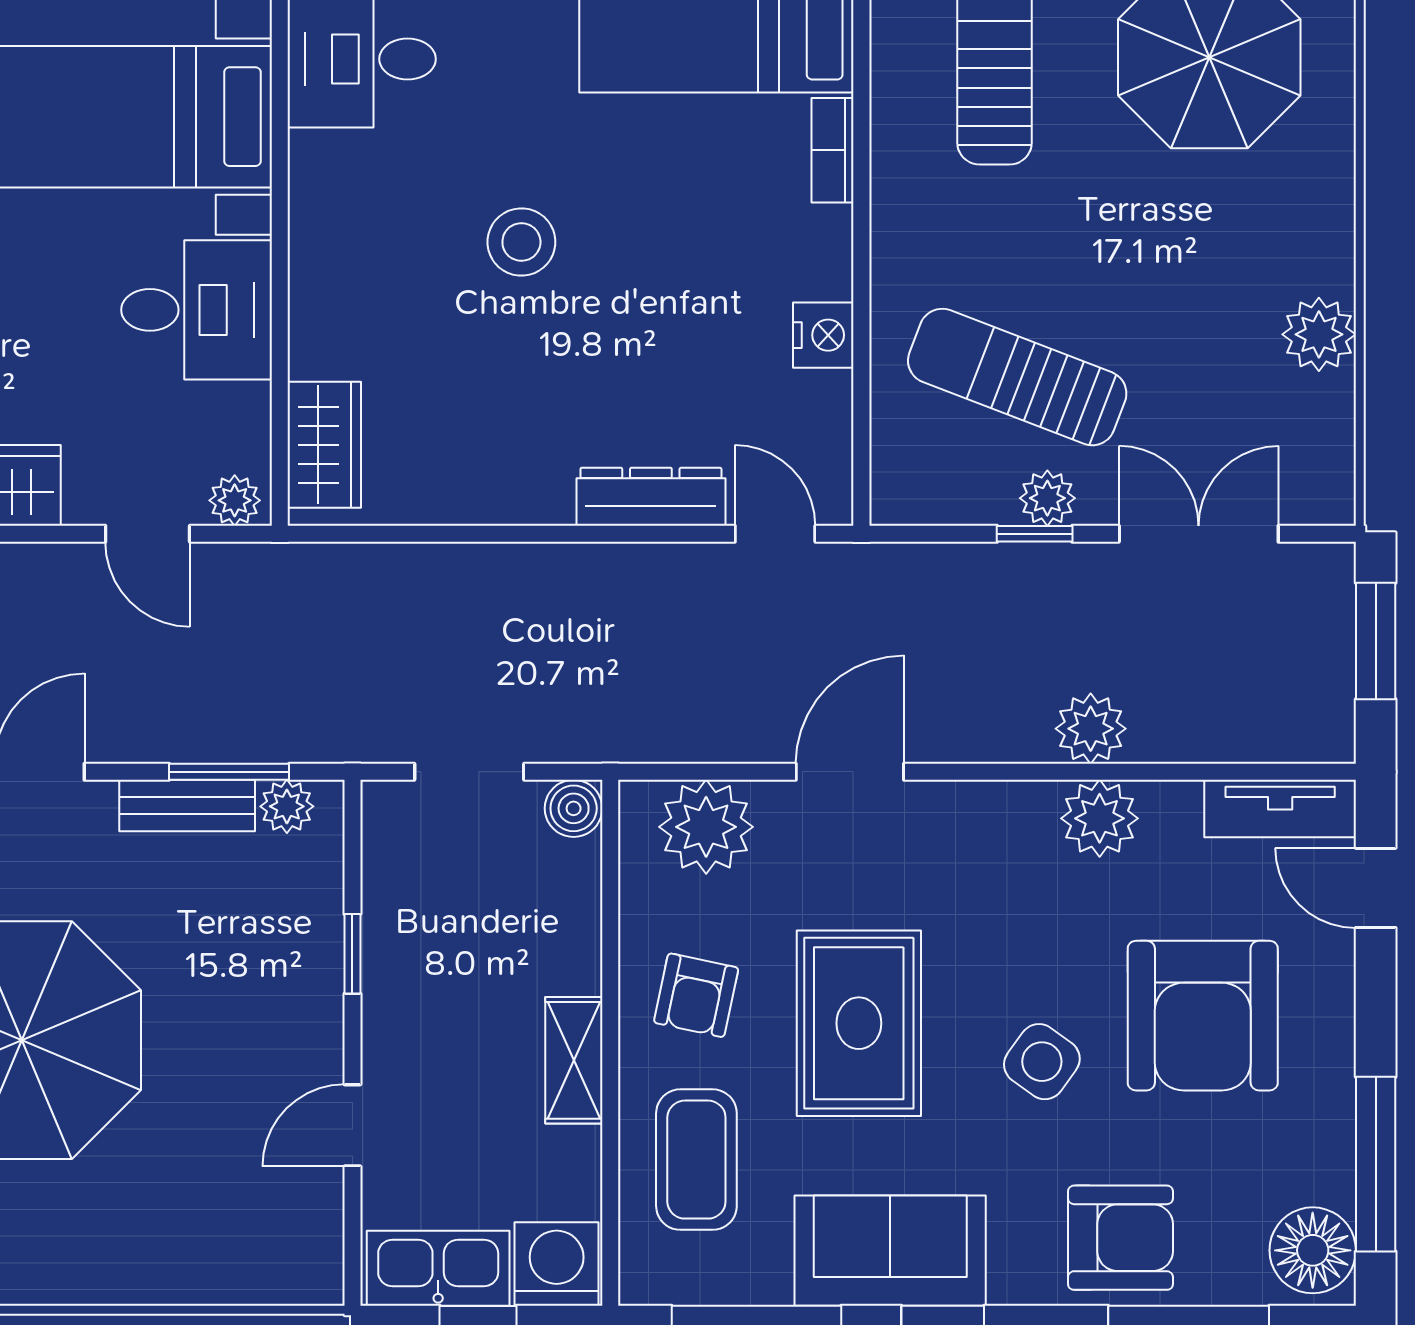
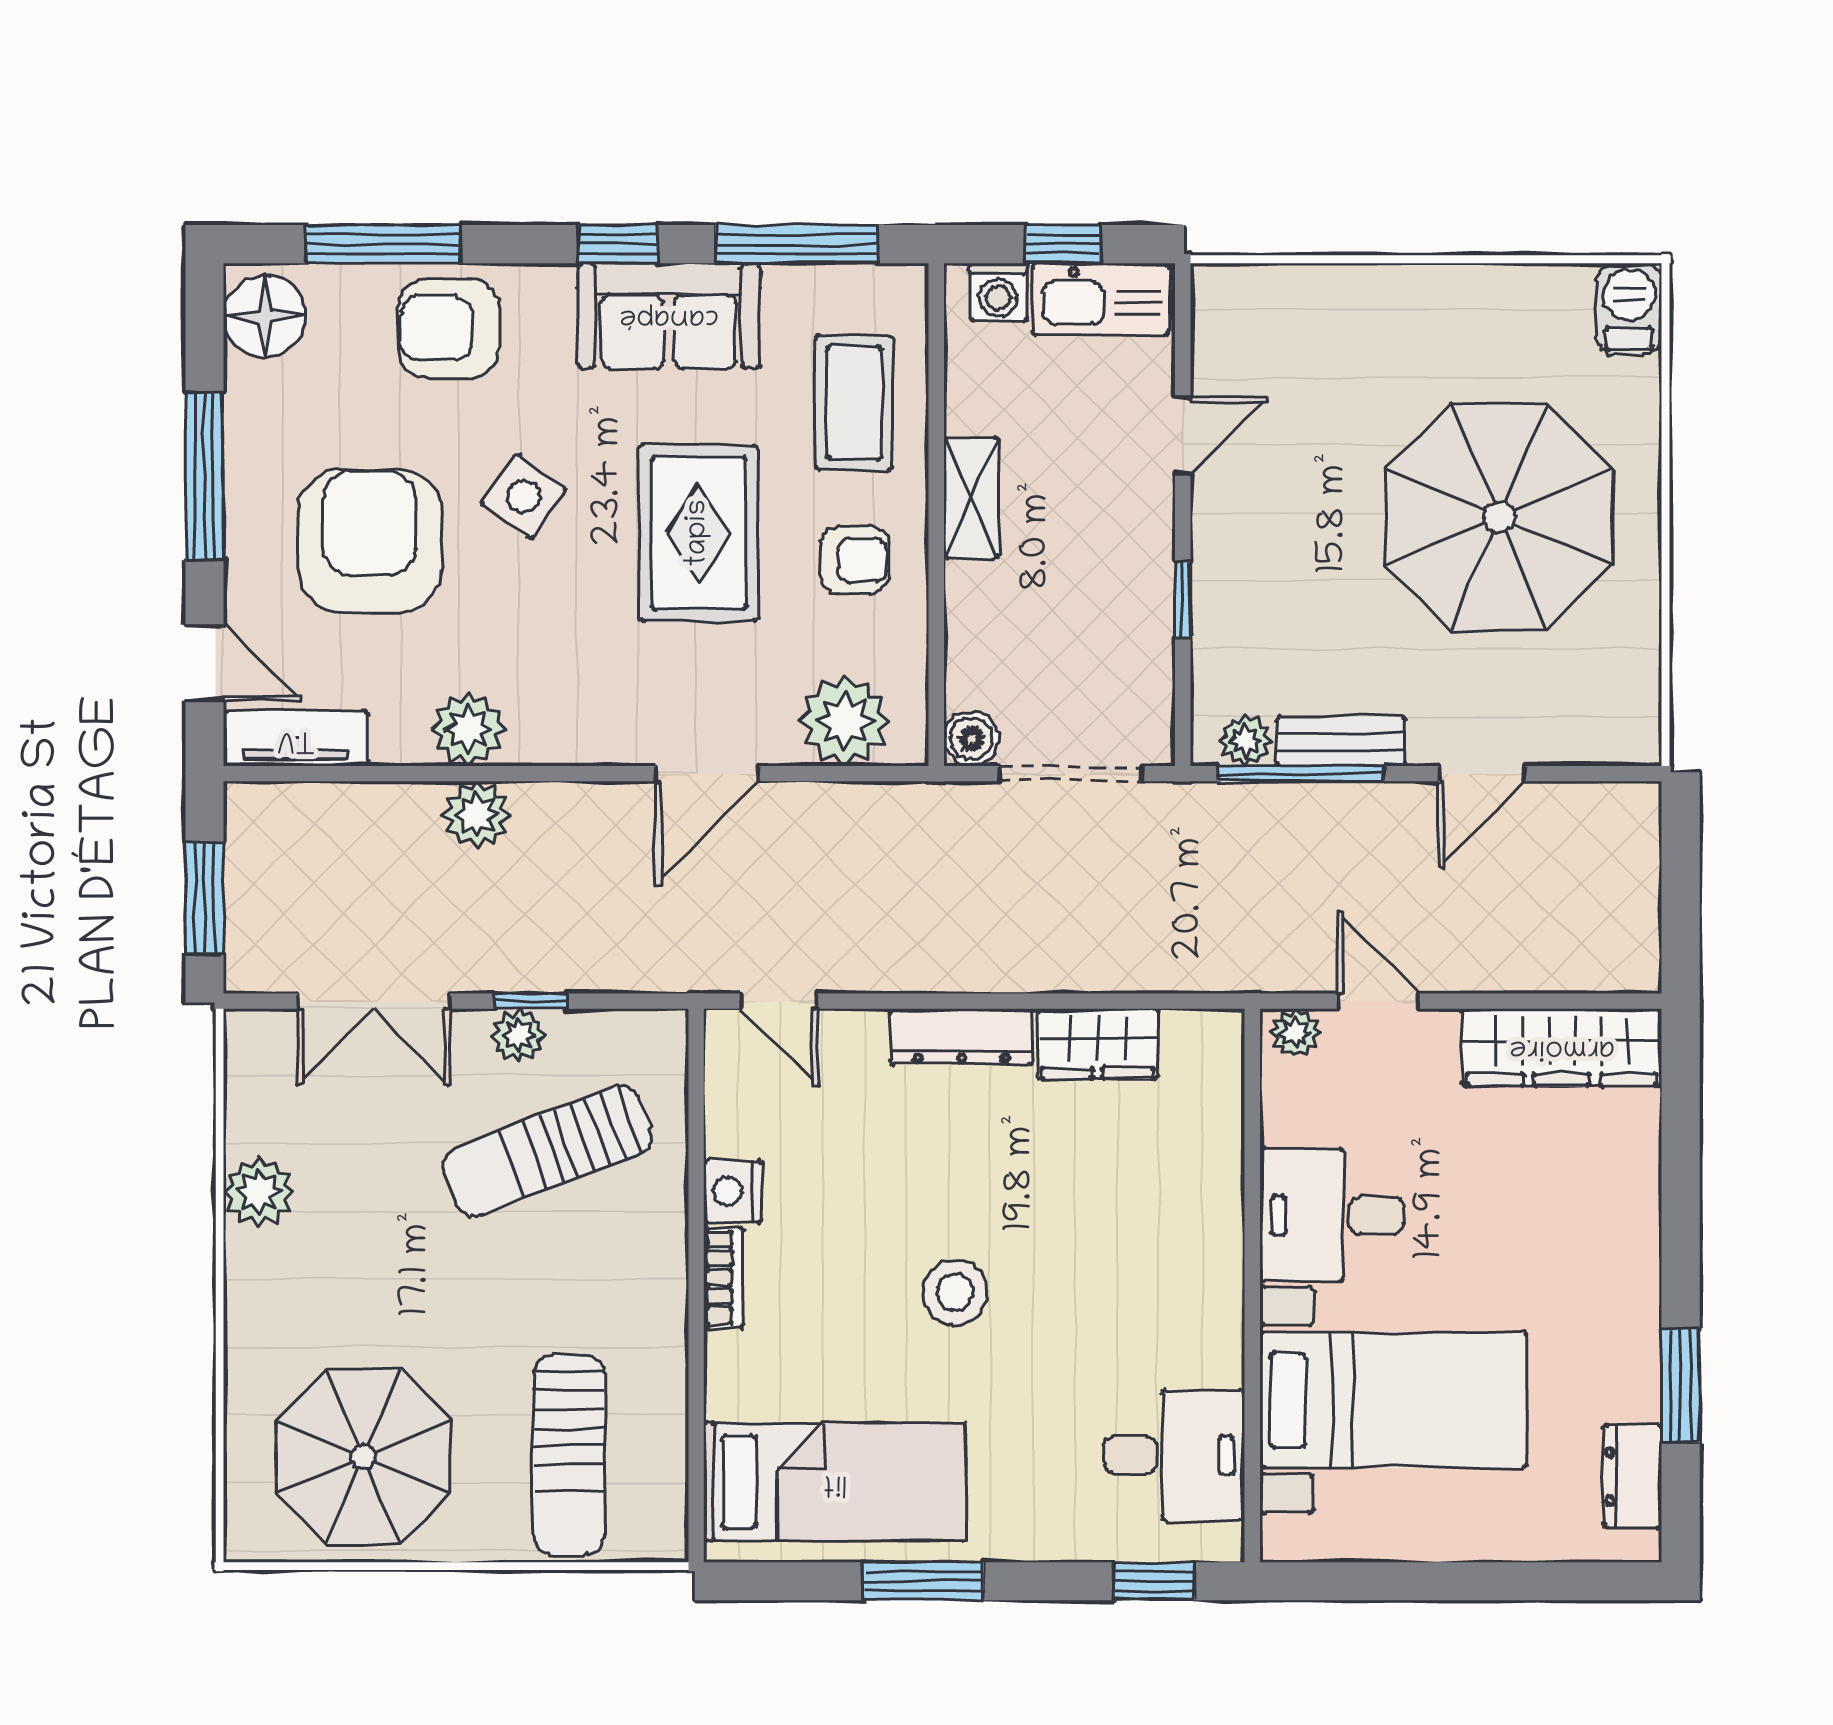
bookcase: (832, 150) -> (724, 1278), moved
stool: (521, 242) -> (955, 1292), moved
sun lounger: (1017, 377) -> (547, 1151), turned 138
wardrobe: (324, 445) -> (1098, 1044), moved, turned -90
dresser: (651, 497) -> (961, 1037), moved
window: (229, 772) -> (1301, 774), width x1.44
doorway: (469, 772) -> (1071, 774), width x1.38
armchair: (696, 995) -> (854, 560), turned 78
window: (1376, 1164) -> (205, 476), moved
washing machine: (557, 1264) -> (999, 292), width x0.73, depth x0.73

